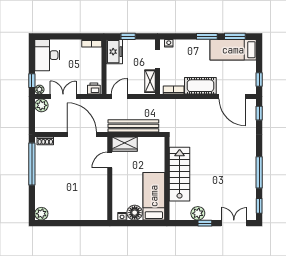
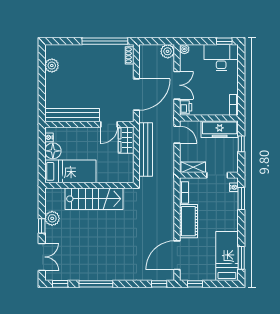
window: (207, 36) -> (241, 198), moved
freezer: (114, 52) -> (220, 129), width x1.40
window: (32, 81) -> (224, 41), moved
double door: (63, 96) -> (177, 85), moved
door: (110, 160) -> (109, 124), swing flipped
bench: (101, 195) -> (72, 115), added
plant: (41, 214) -> (52, 66), moved

